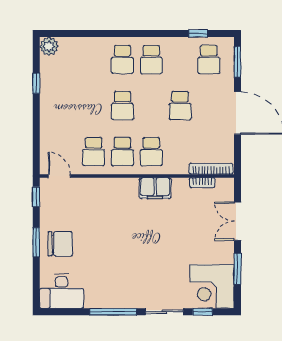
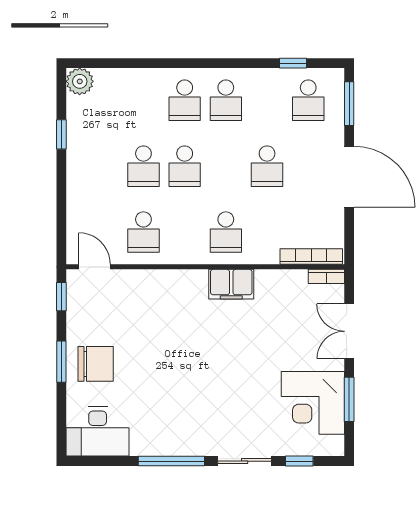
school desk: (122, 152) -> (143, 166), moved
bookcase: (202, 183) -> (326, 276), moved
corner desk: (212, 286) -> (313, 403), moved

